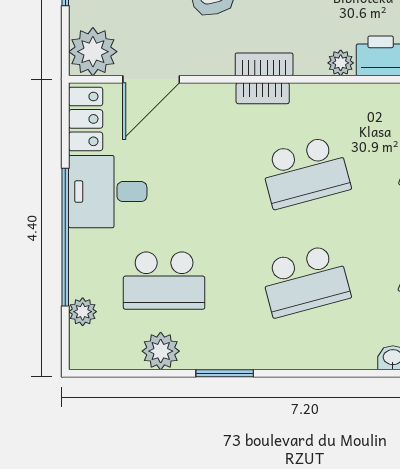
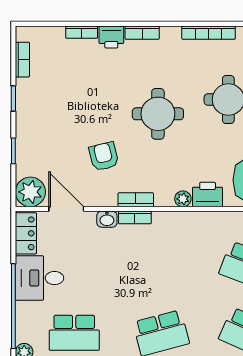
door: (151, 79) -> (66, 209), swing flipped
washbasin: (217, 96) -> (107, 219), added
school desk: (305, 172) -> (161, 266), removed

